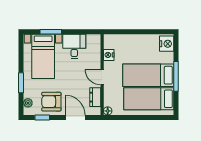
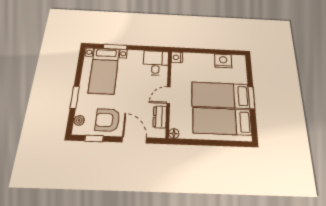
nightstand: (167, 44) -> (223, 61), moved, turned -90
desk: (74, 46) -> (156, 63), moved
nightstand: (109, 55) -> (177, 57), moved
window: (176, 76) -> (251, 98), width x0.69
door: (102, 77) -> (169, 95), hinge flipped

